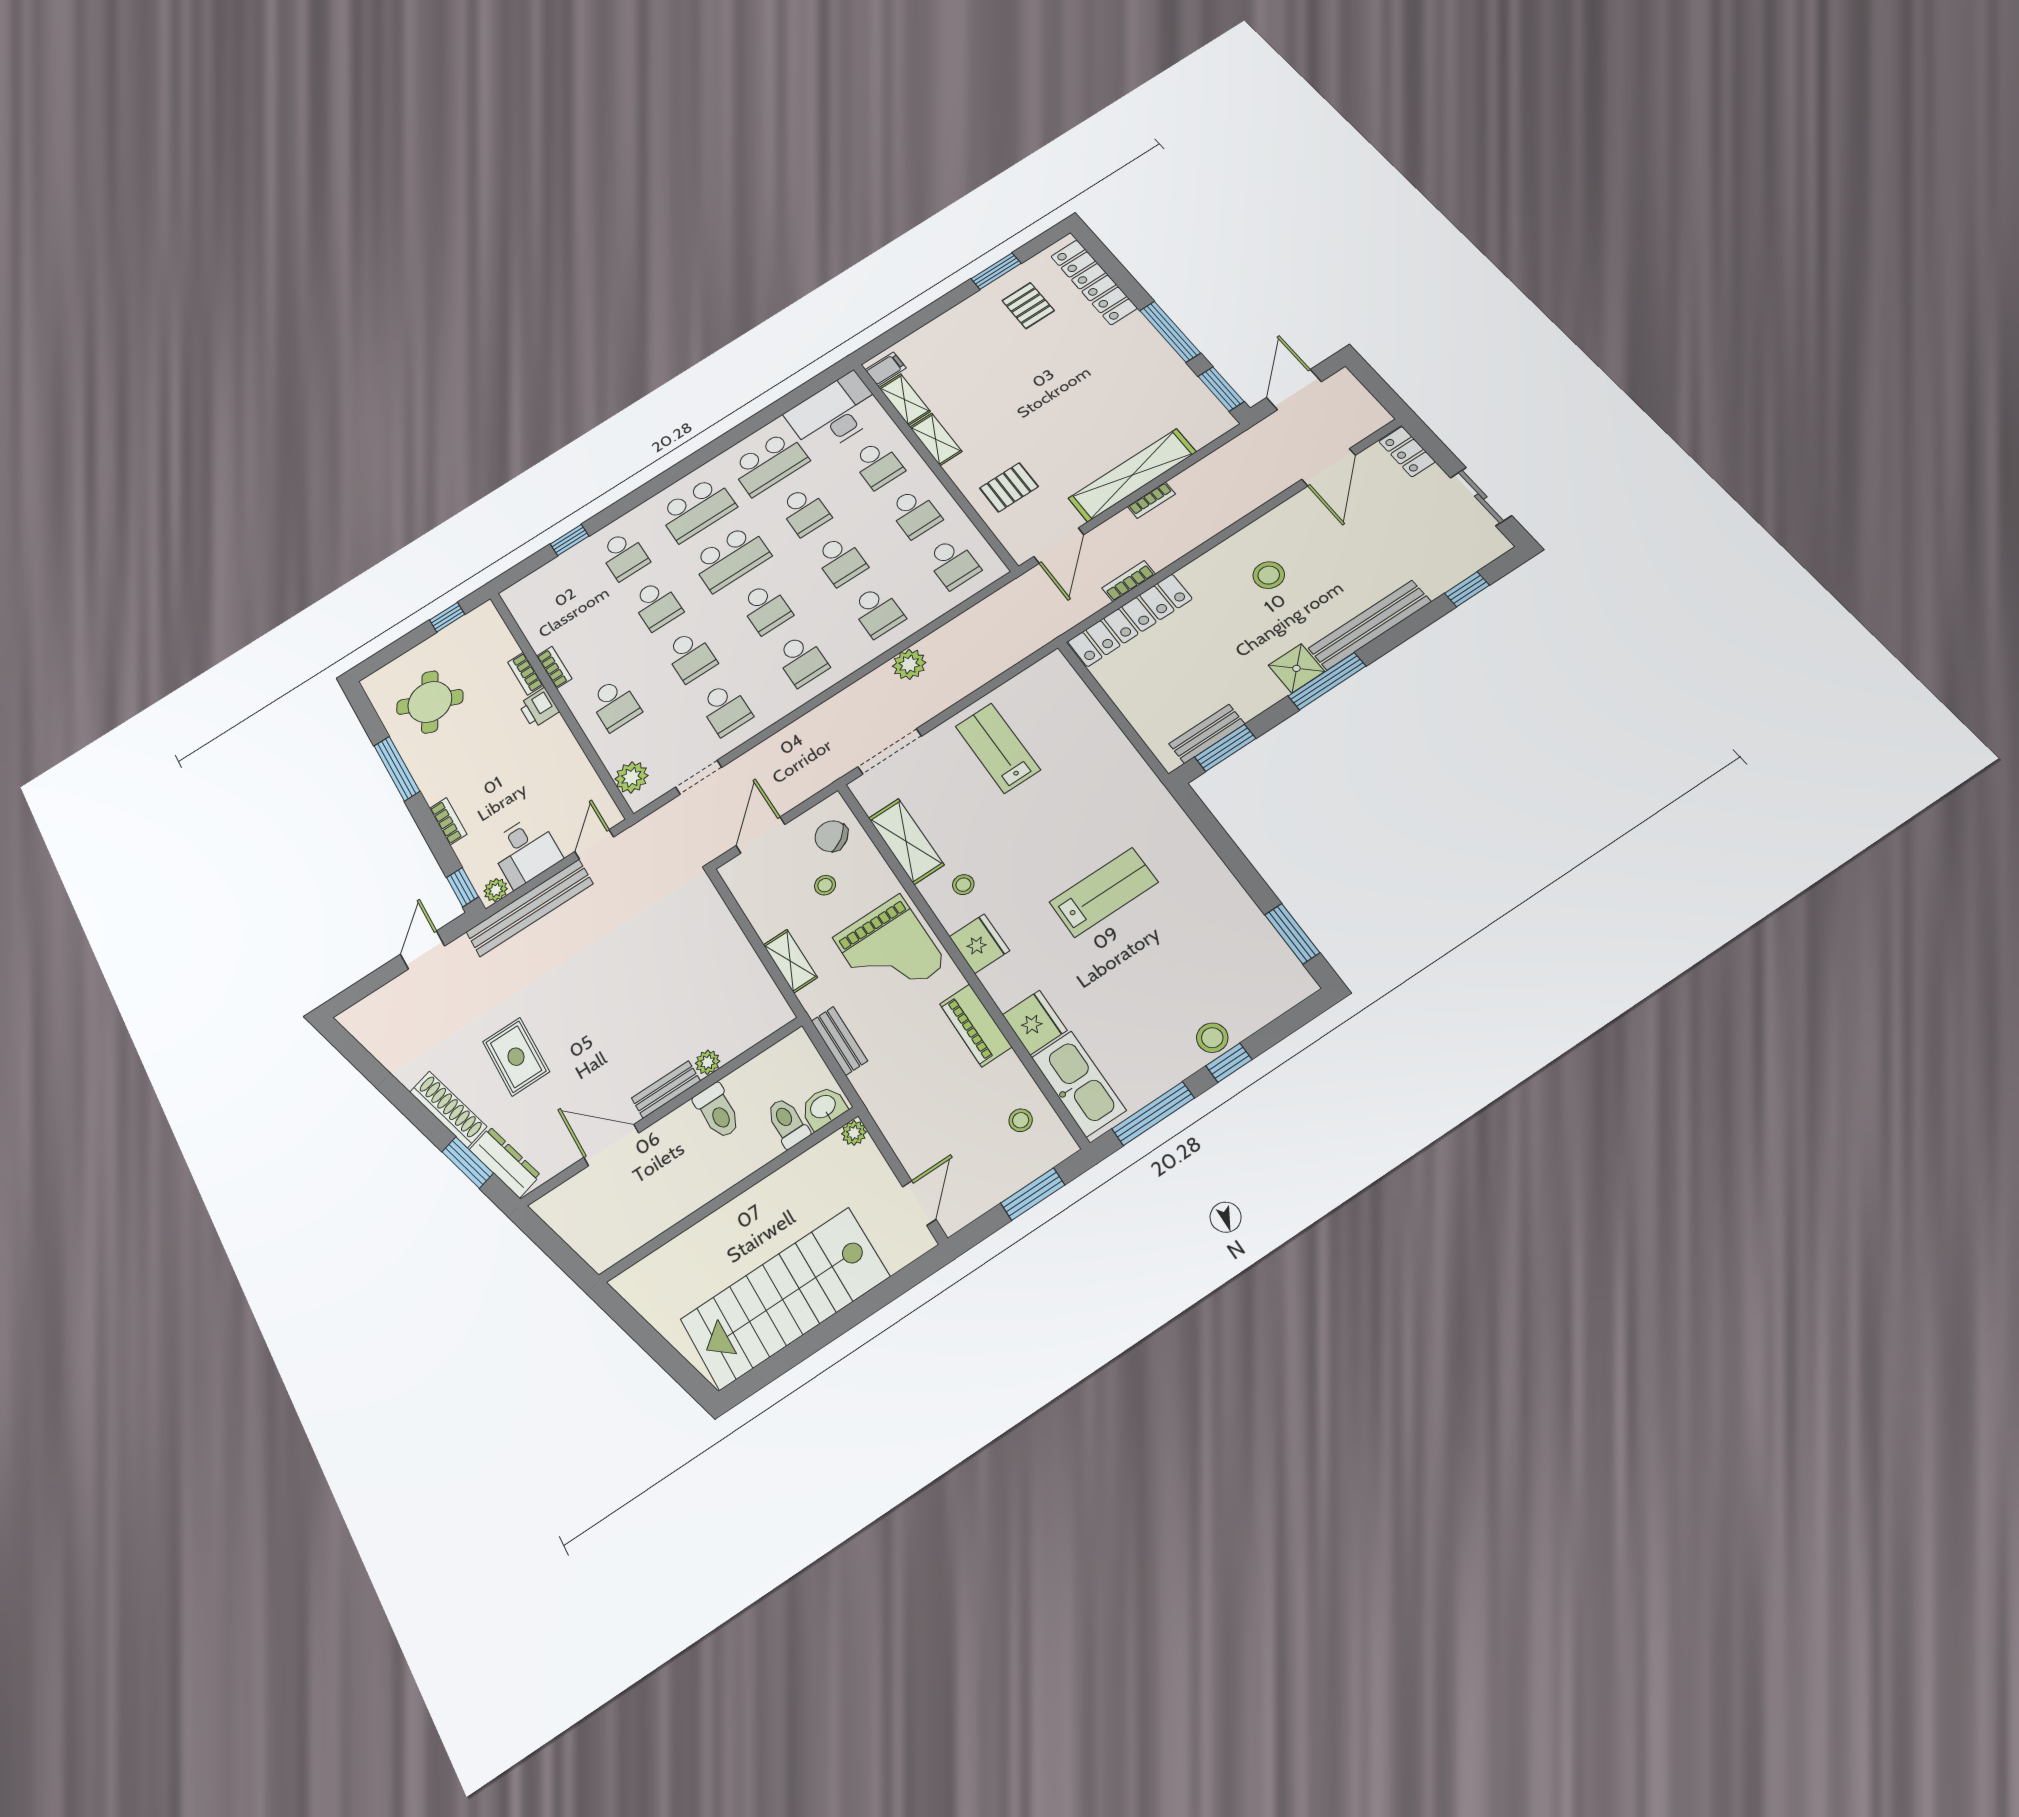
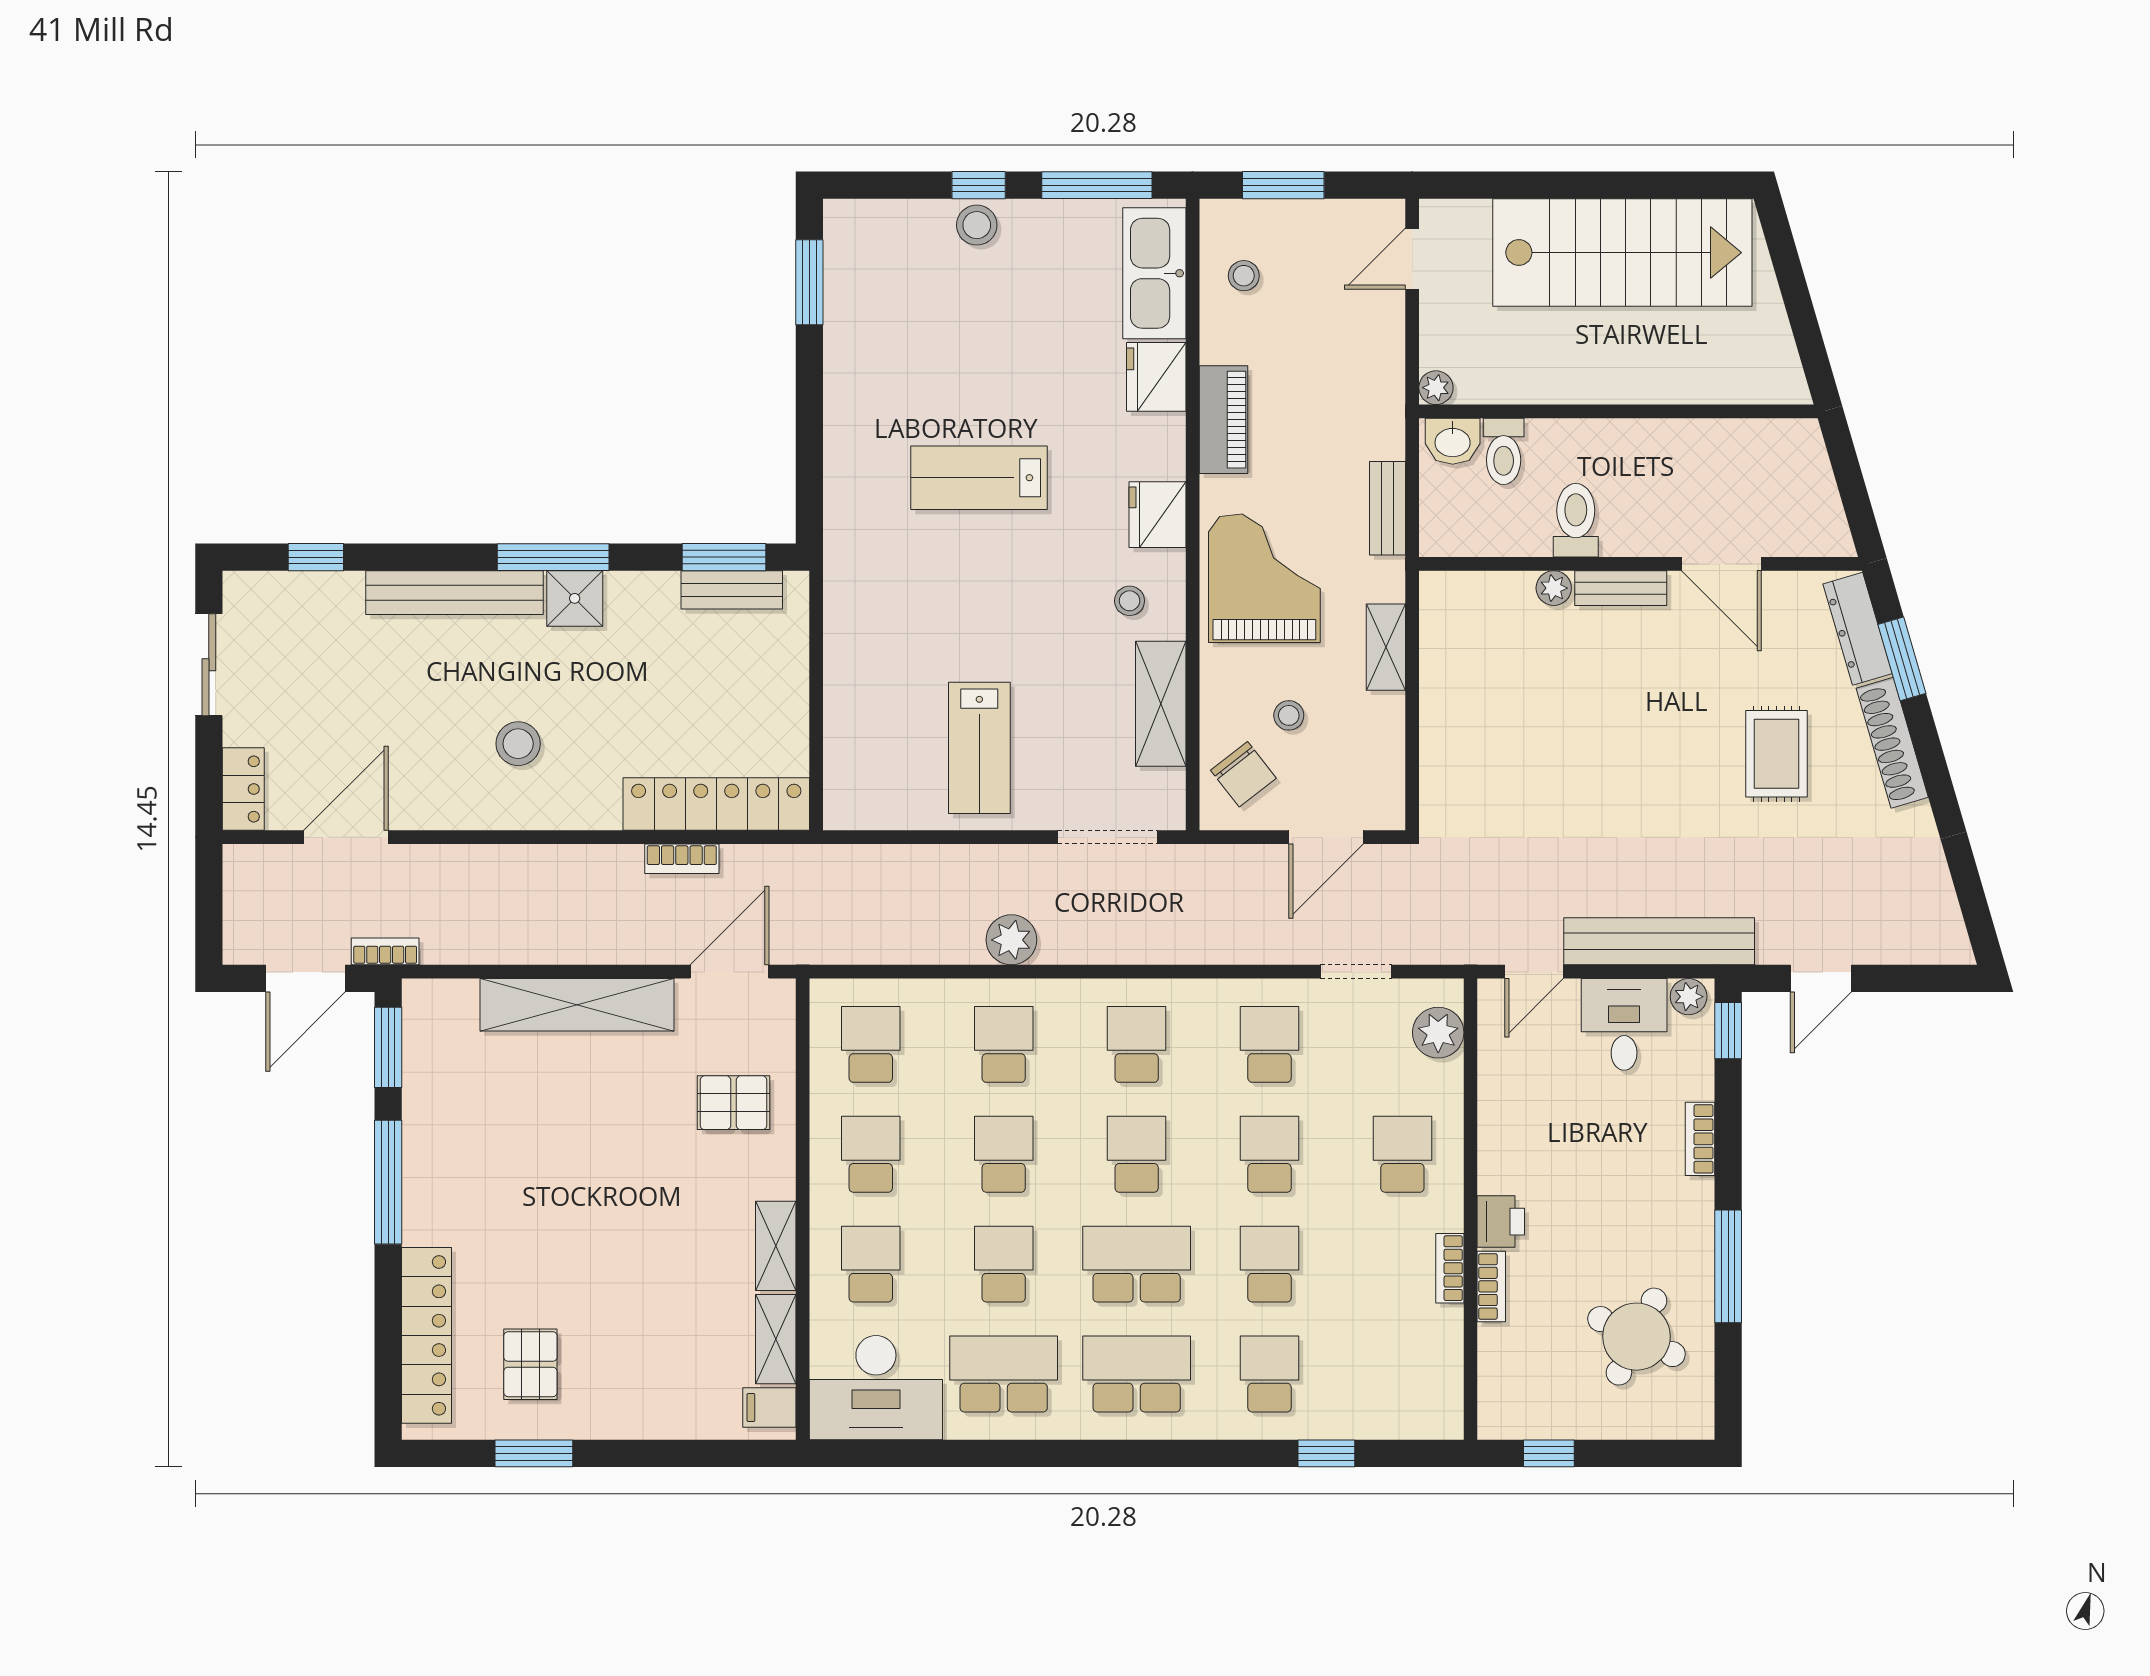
bookcase: (1151, 500) -> (385, 951), moved

